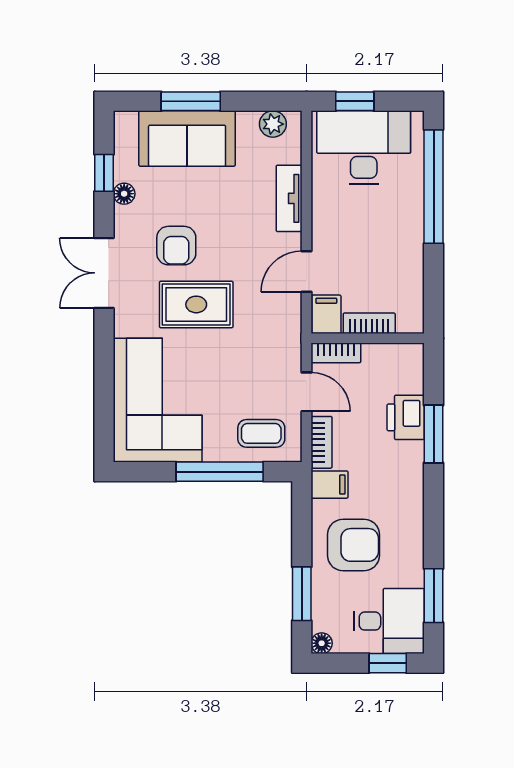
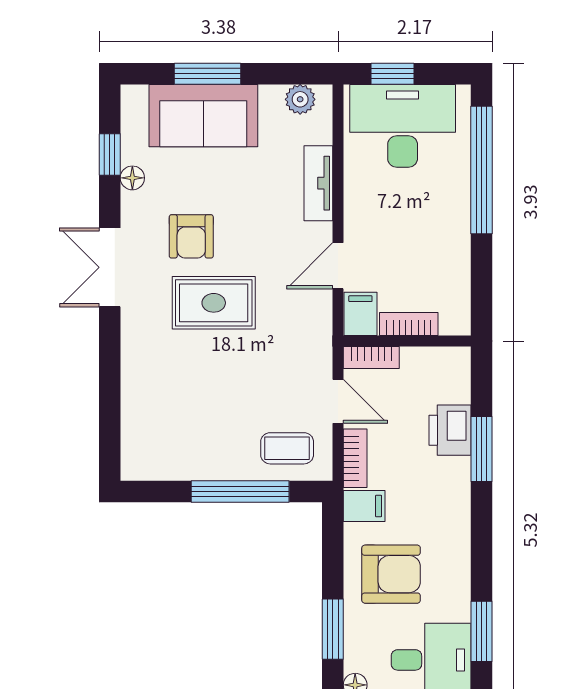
corner sofa: (158, 400) -> (170, 411), removed

